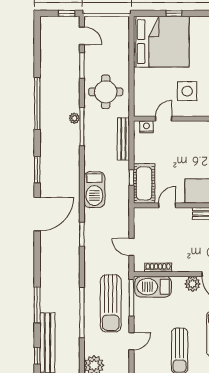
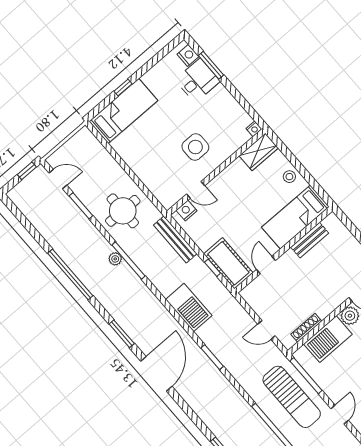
bed: (161, 42) -> (123, 111), width x0.49
door: (164, 119) -> (196, 190), swing flipped
barbecue: (153, 287) -> (328, 339), moved

